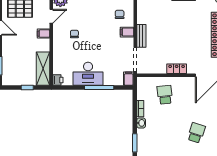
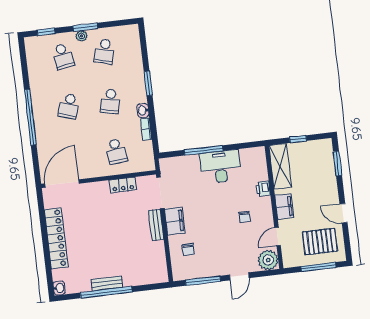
filing cabinet: (127, 32) -> (175, 221), width x2.00
filing cabinet: (44, 34) -> (284, 206), width x2.00
locker: (177, 69) -> (123, 185), moved
filing cabinet: (129, 79) -> (166, 167), removed
printer: (58, 80) -> (263, 189), moved
school desk: (165, 133) -> (110, 101), added

